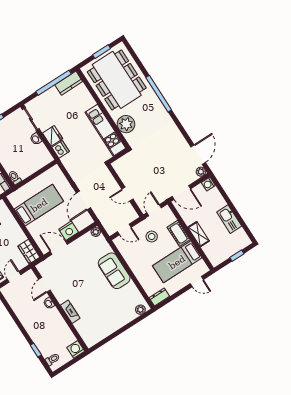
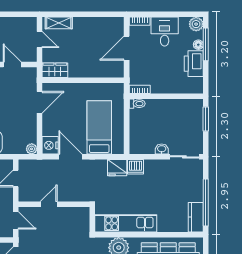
fridge: (53, 136) -> (117, 168), moved
bed: (39, 205) -> (99, 127), moved, turned 180
nightstand: (69, 231) -> (50, 145), moved

